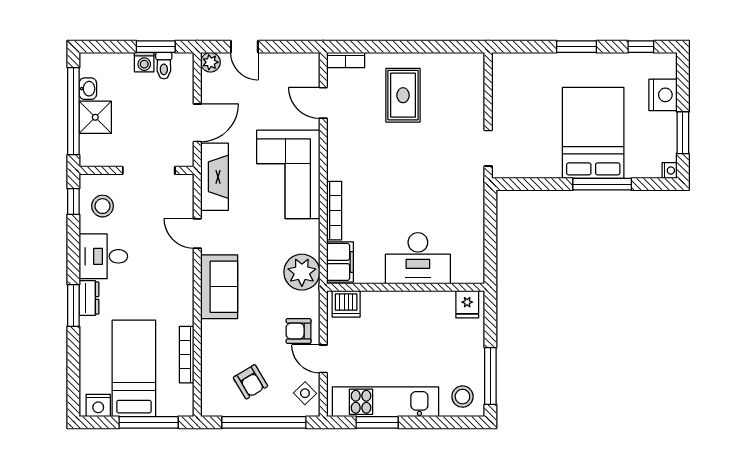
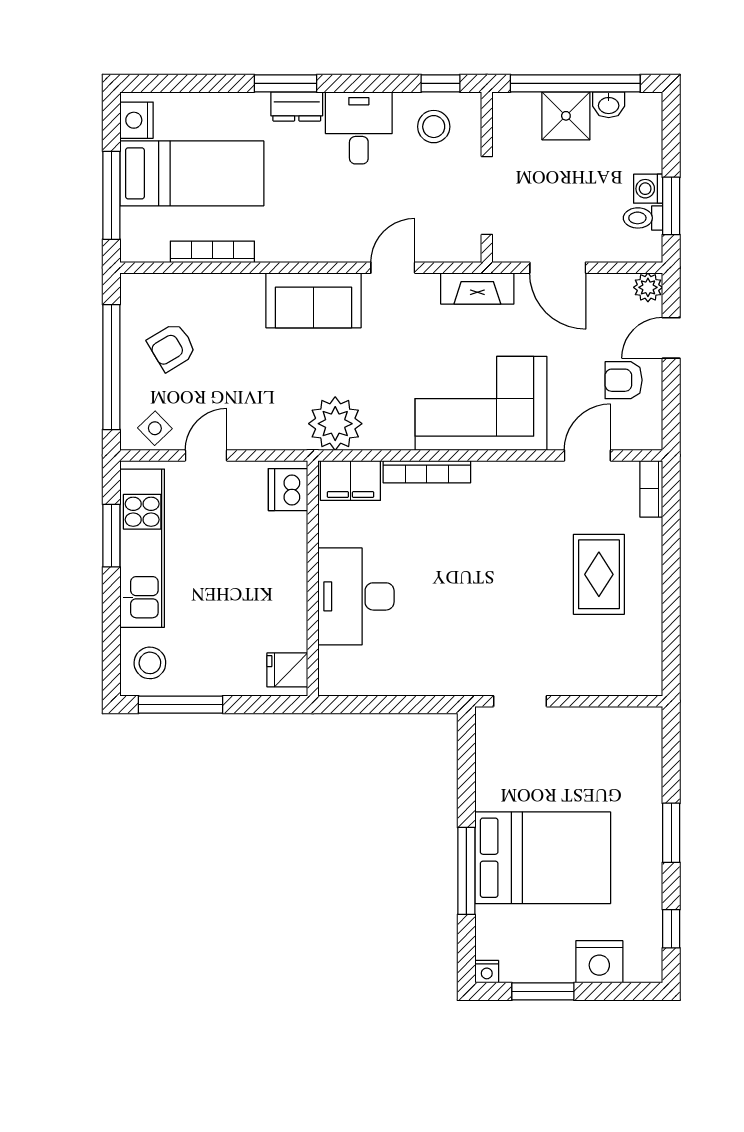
rug: (403, 95) -> (599, 574), turned 90
fireplace: (214, 177) -> (477, 288), width x0.73, depth x0.76
armchair: (299, 331) -> (624, 380), moved, turned -90

